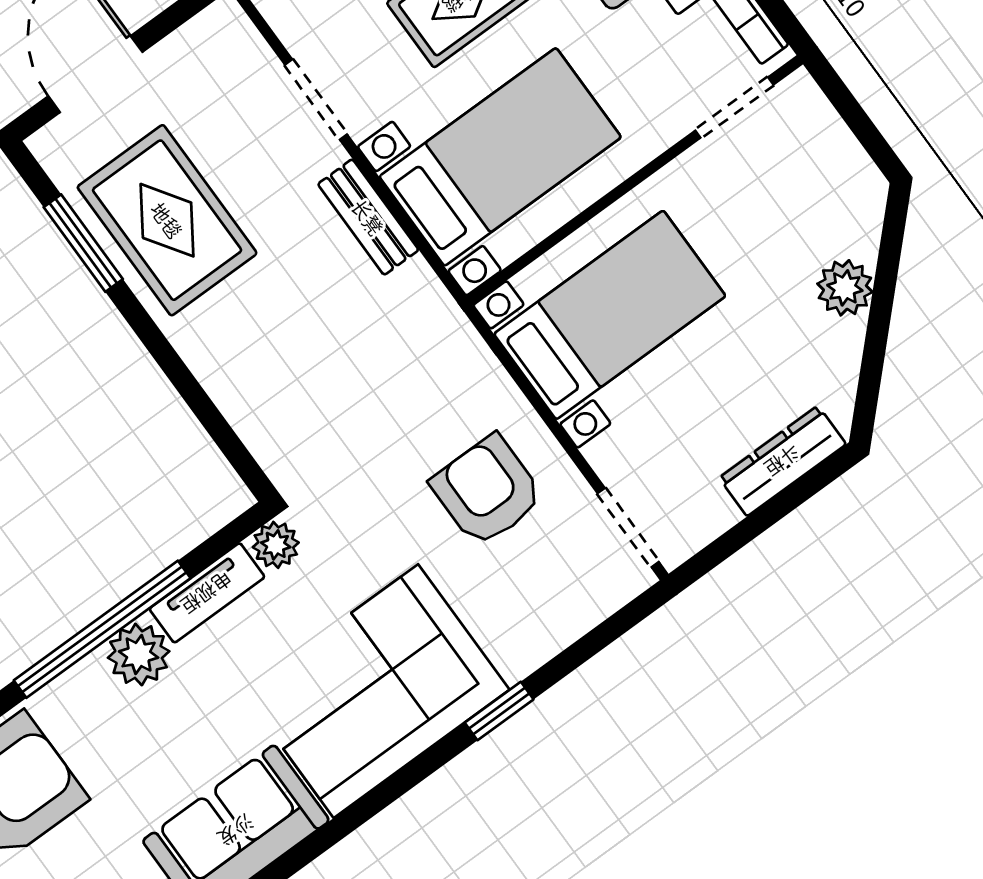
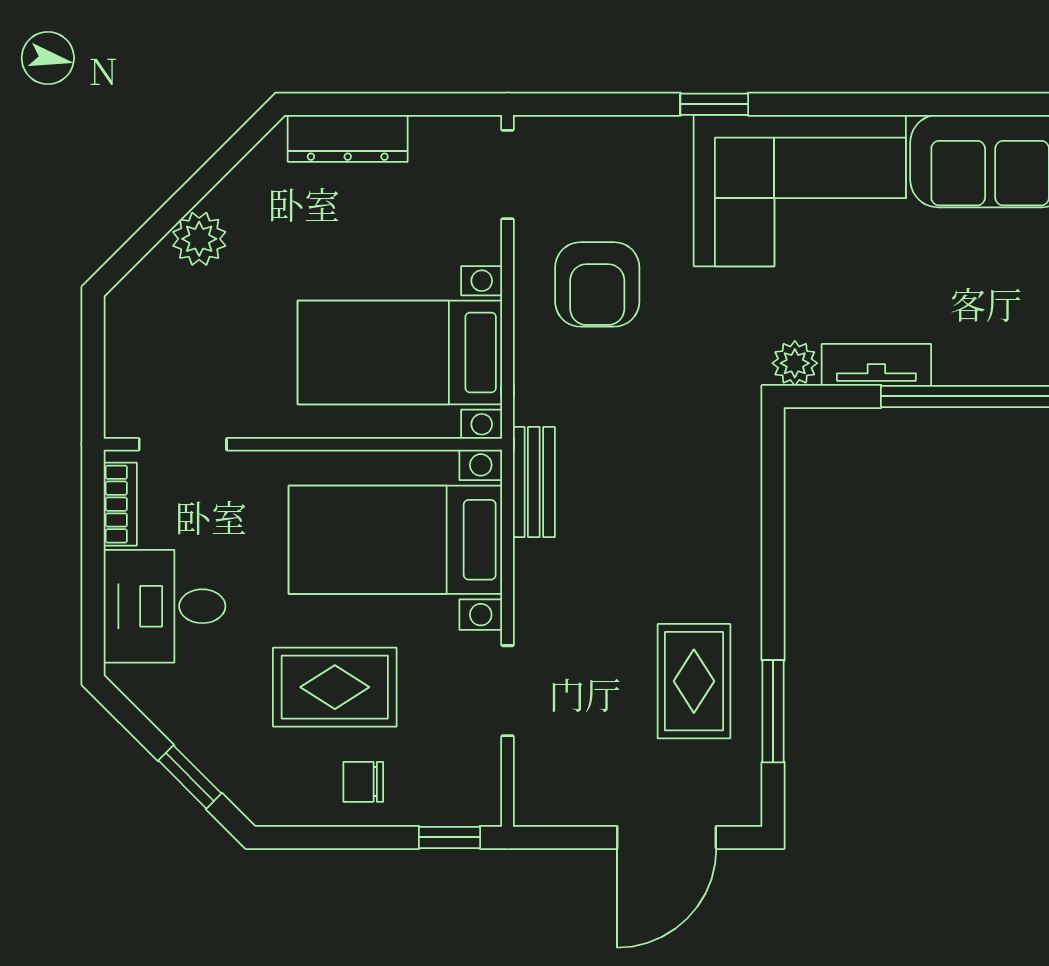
bench: (368, 217) -> (534, 482), moved
rug: (167, 220) -> (694, 681), width x0.73, depth x0.70
plant: (139, 655) -> (966, 356), removed

